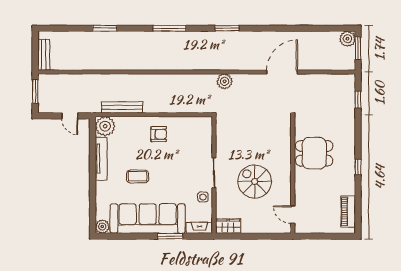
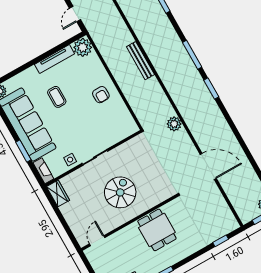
window: (227, 28) -> (211, 89), moved
bench: (122, 107) -> (140, 61), moved
spiral stairs: (255, 182) -> (120, 192), moved

